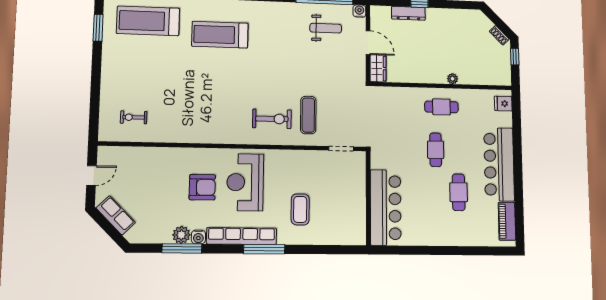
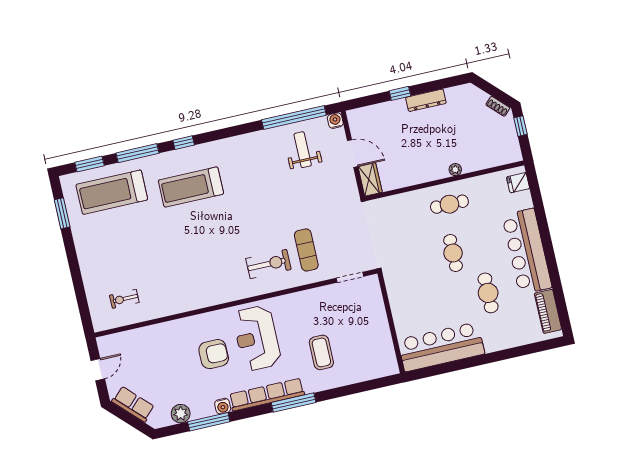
dresser: (408, 13) -> (426, 100), moved
weight bench: (326, 28) -> (303, 150), turned -90
bar counter: (386, 207) -> (441, 347), moved, turned -90
plant: (181, 235) -> (181, 414), moved

